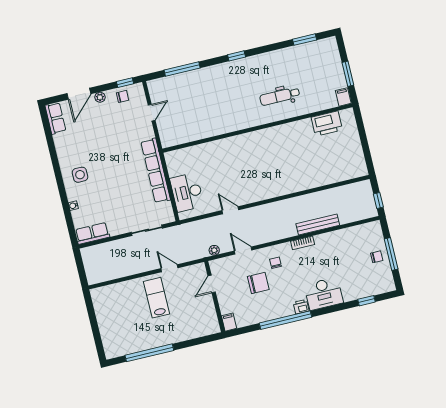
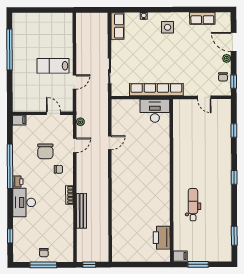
window: (182, 69) -> (234, 131), width x0.46
row of seats: (55, 118) -> (202, 18), moved
desk: (187, 192) -> (155, 111), moved
lab bench: (156, 298) -> (53, 66), turned 180

